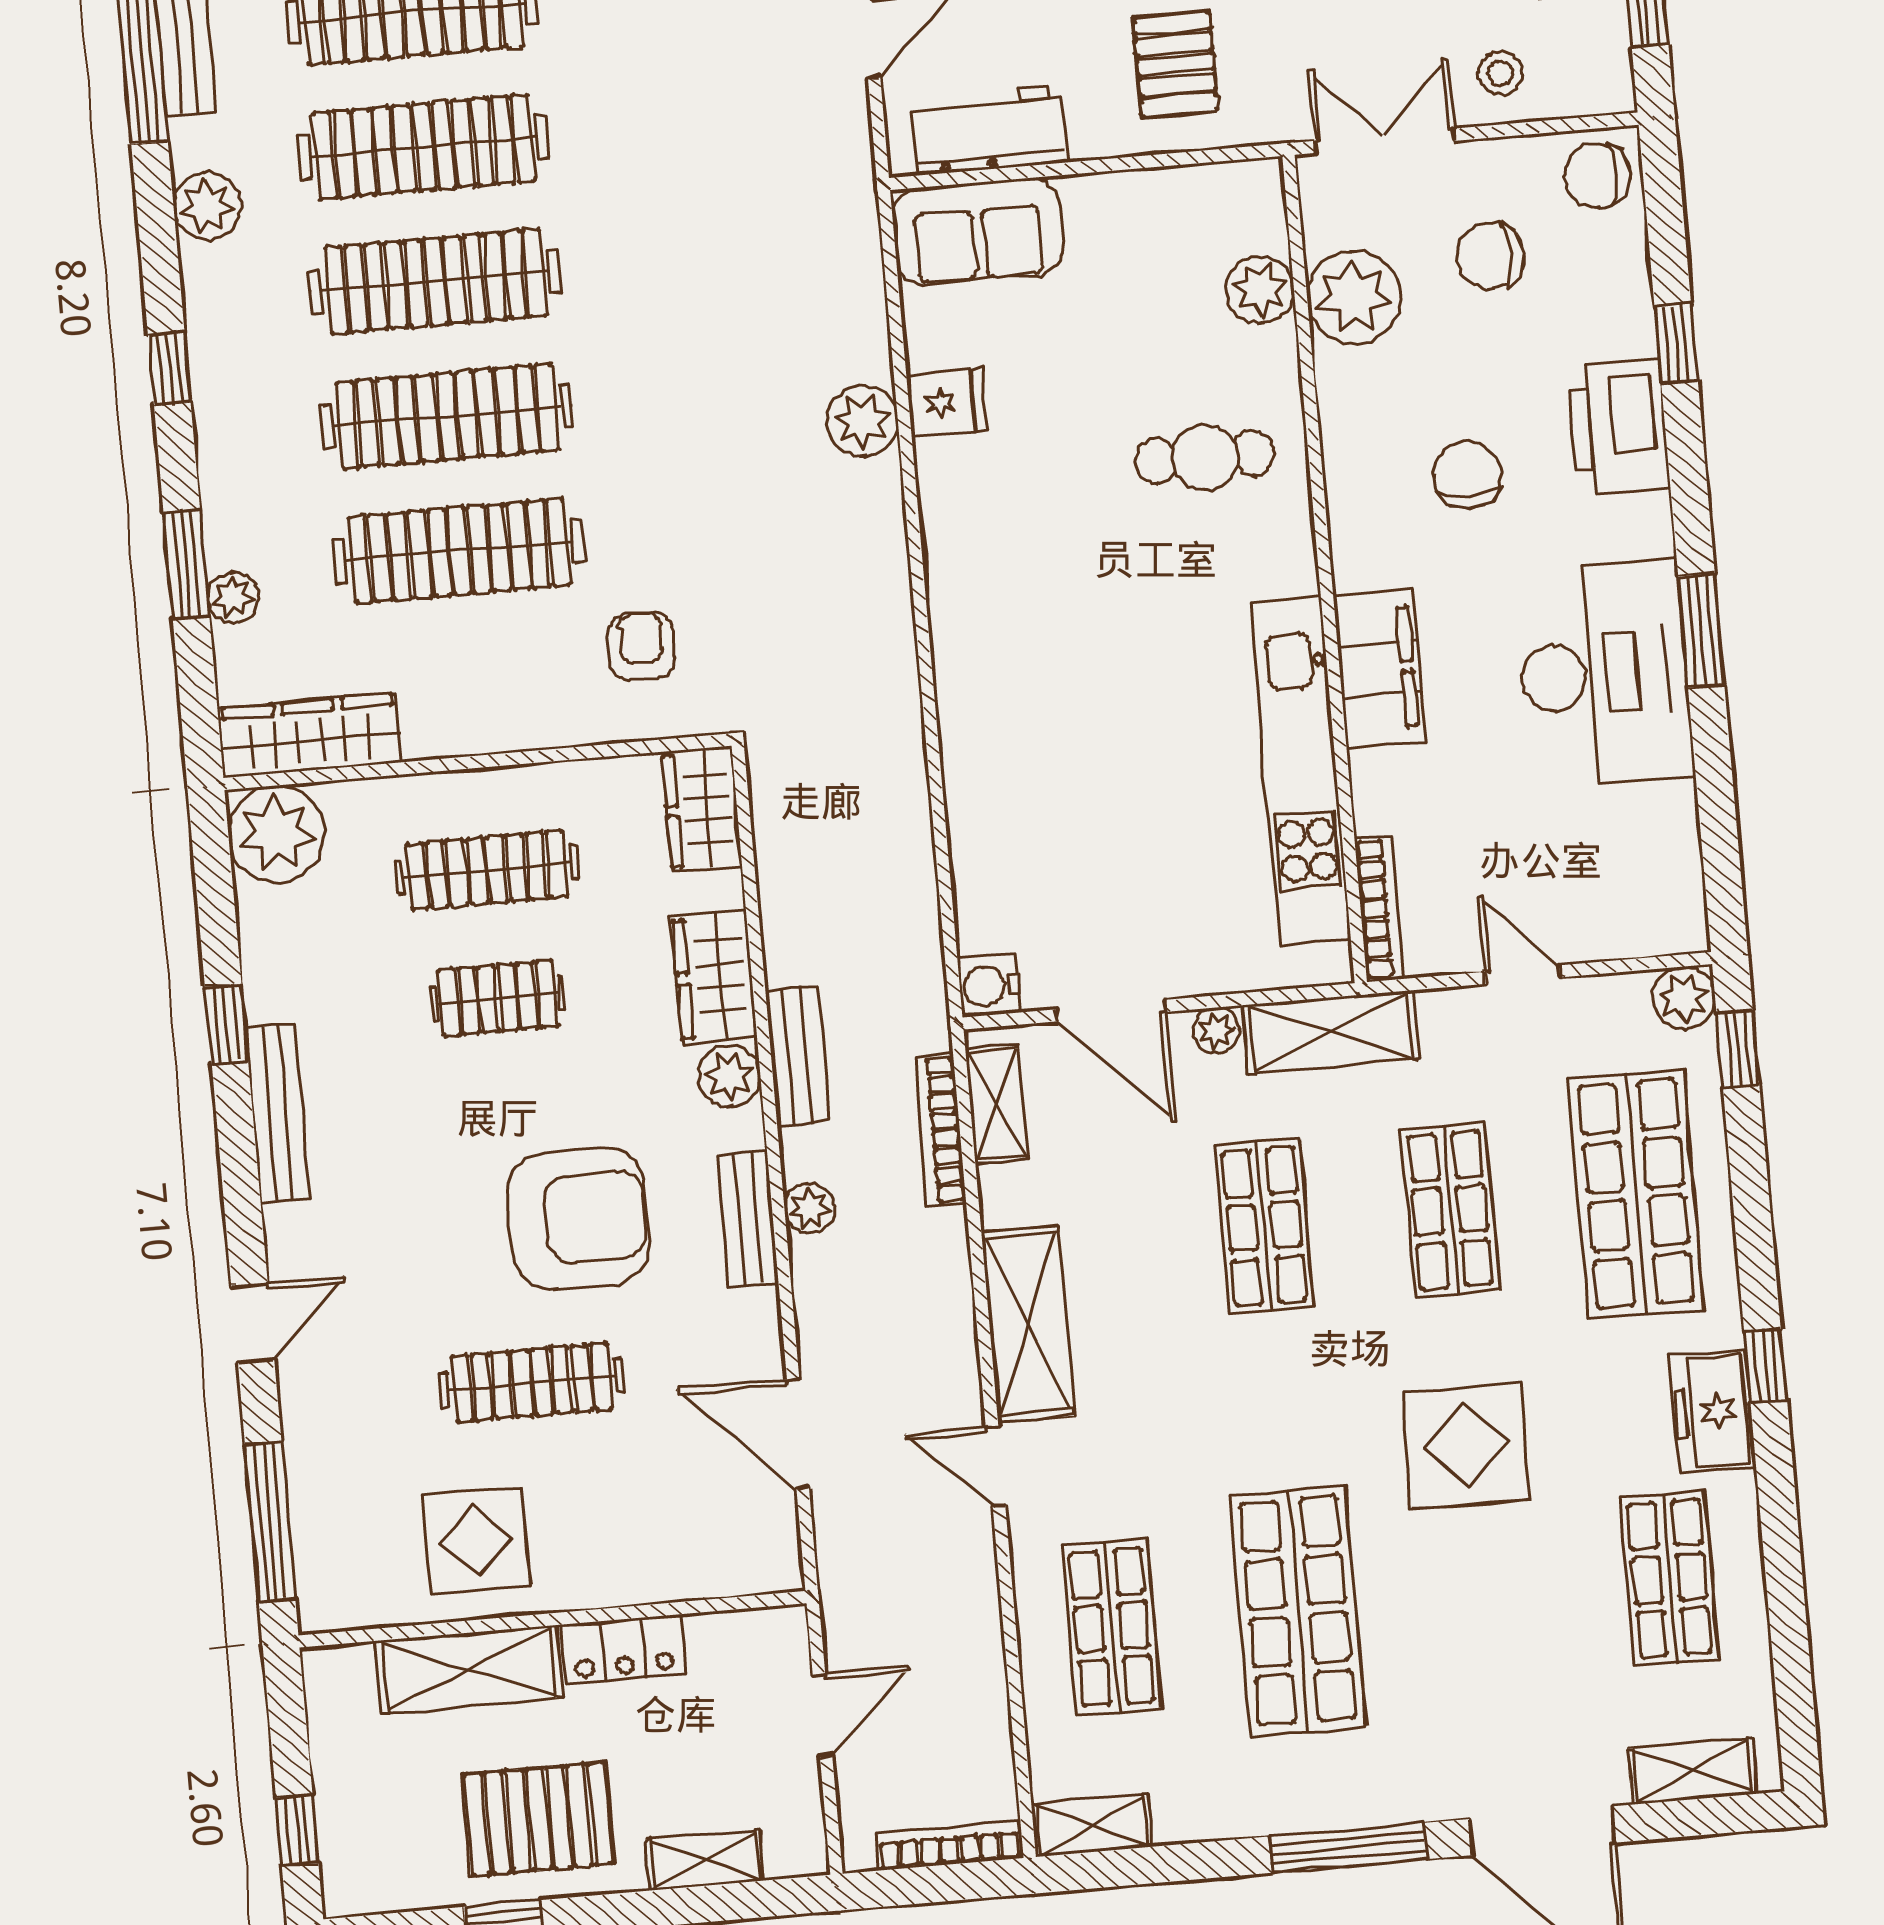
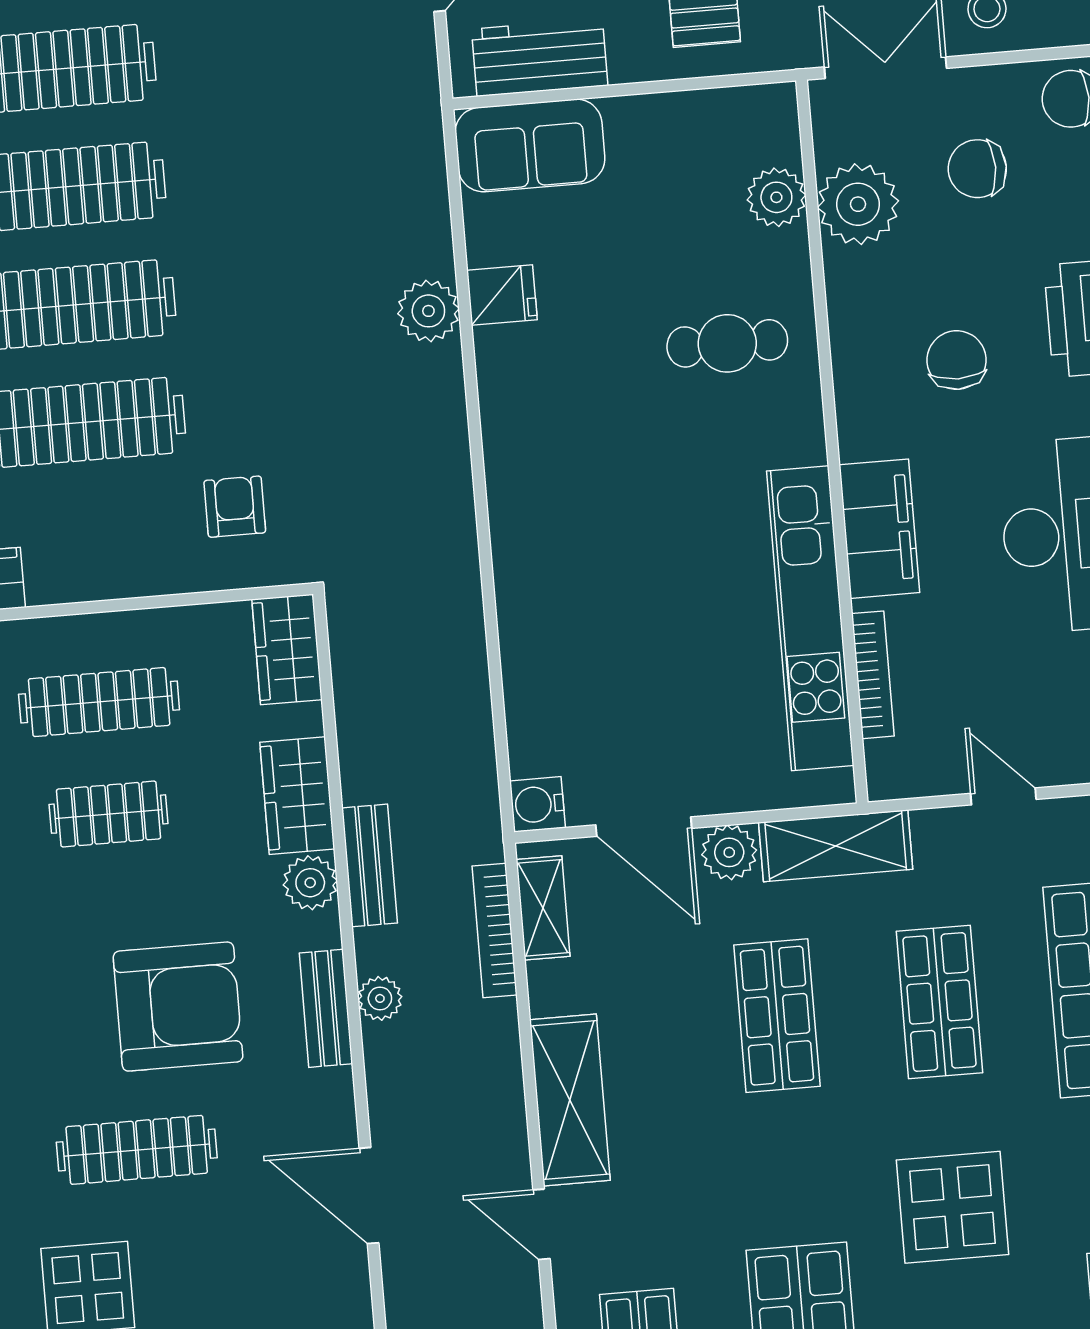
bookcase: (1379, 909) -> (873, 675), moved
plant: (1217, 1030) -> (729, 852), width x1.38, depth x1.38

